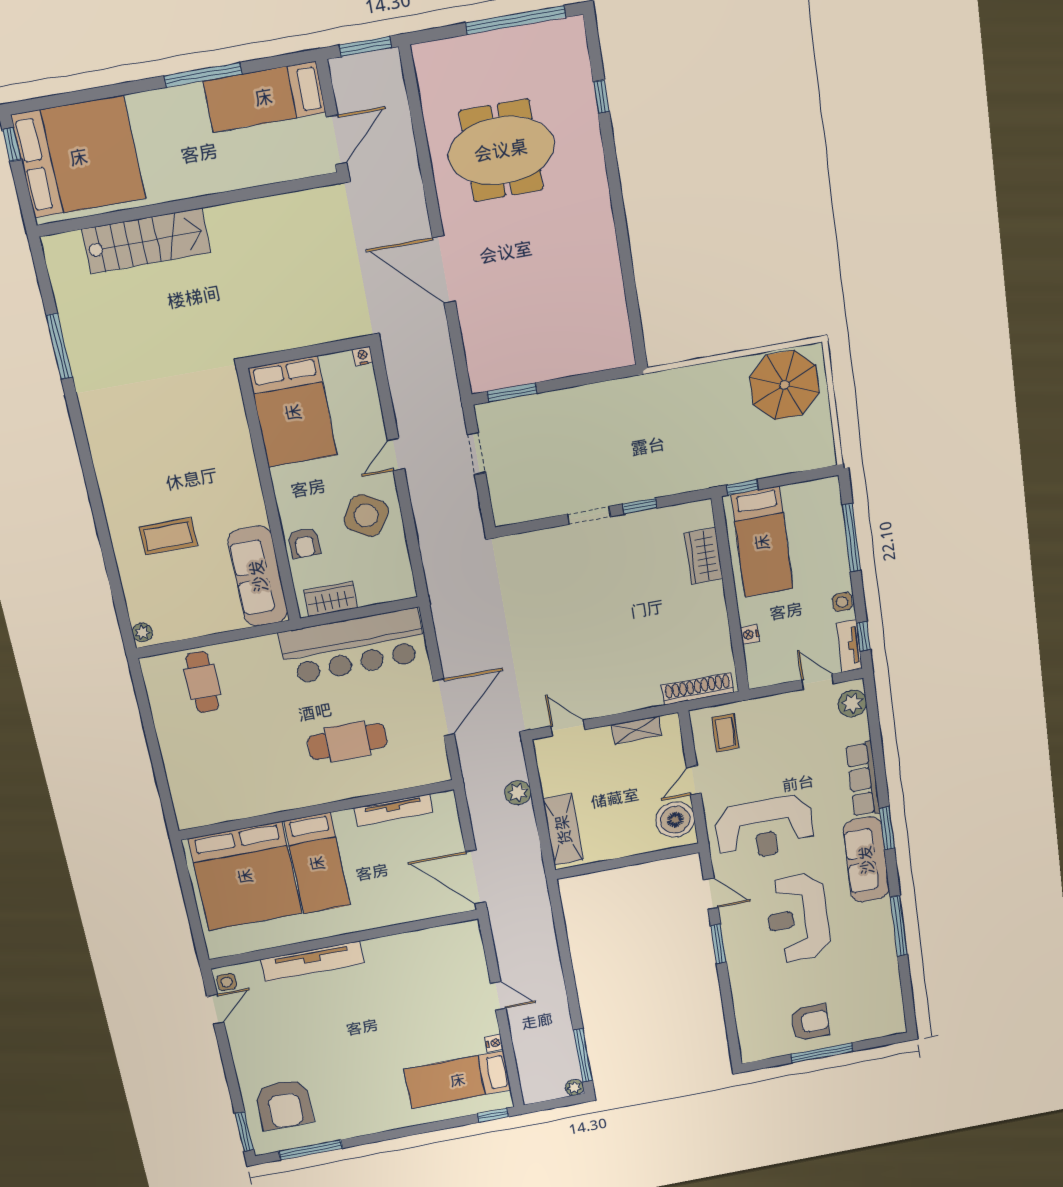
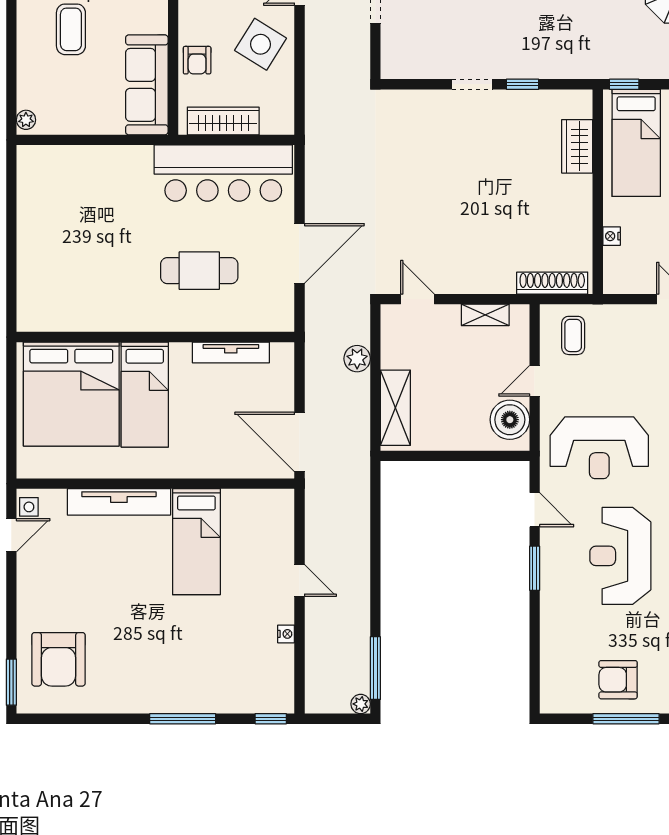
coffee table: (168, 536) -> (71, 29), turned 90
wardrobe: (331, 599) -> (223, 121), width x1.50
cafe table: (202, 682) -> (72, 181), removed
armchair: (810, 1022) -> (618, 680), turned 180
bed: (458, 1080) -> (196, 542), moved, turned -90
window: (311, 1150) -> (183, 719), moved

